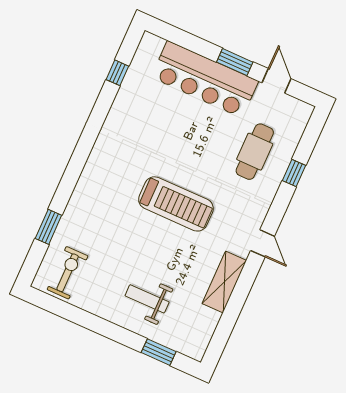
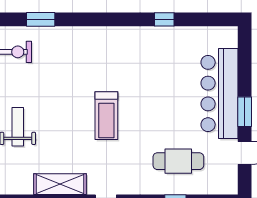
window: (117, 73) -> (164, 19), moved
treadmill: (176, 204) -> (106, 116), width x0.73, depth x0.73

